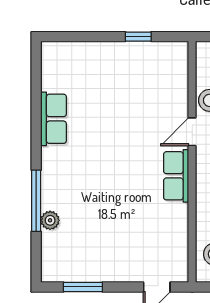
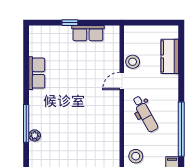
window: (138, 37) -> (70, 23), moved
row of seats: (176, 176) -> (88, 33), moved, turned -90

